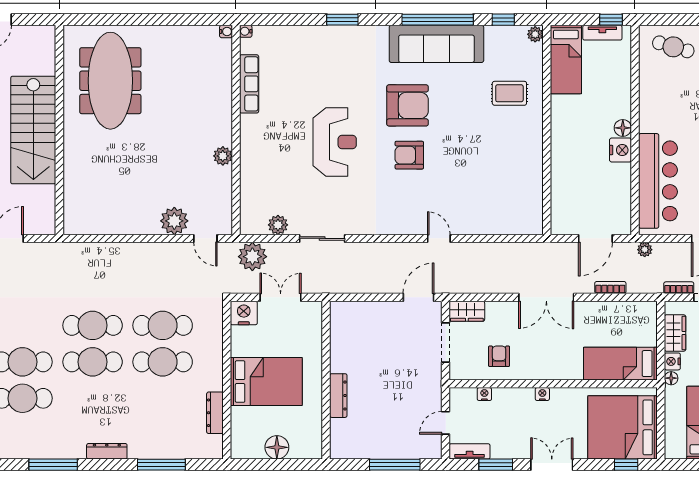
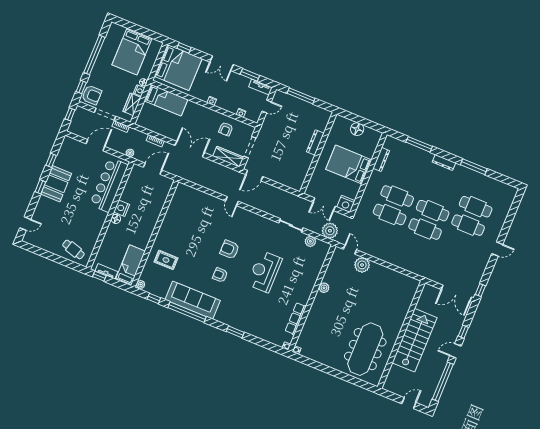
armchair: (408, 105) -> (220, 275), width x0.53, depth x0.53
armchair: (409, 155) -> (229, 249), turned 180
wardrobe: (467, 311) -> (228, 157), width x1.50

